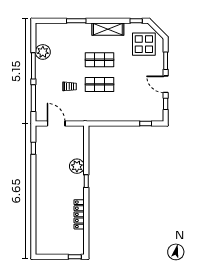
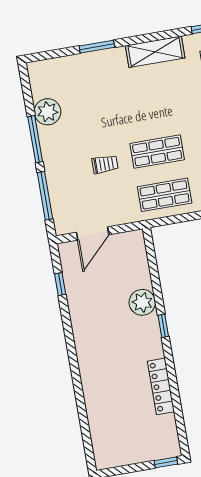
shop shelf: (100, 60) -> (165, 195), moved
door: (56, 123) -> (93, 234), swing flipped

